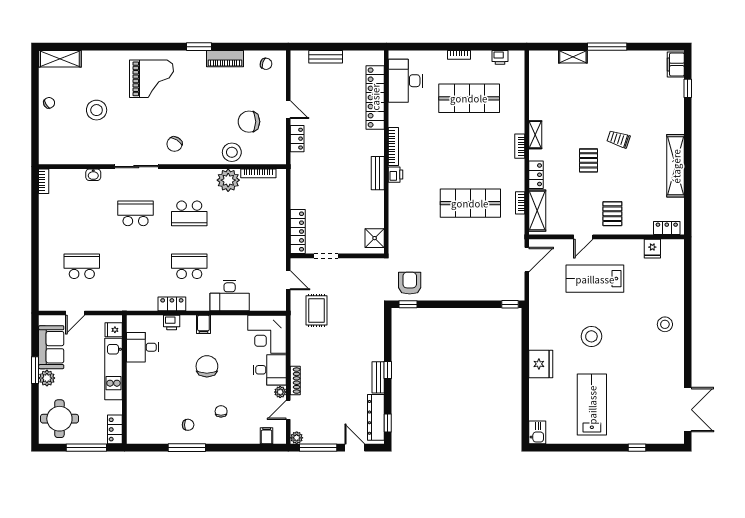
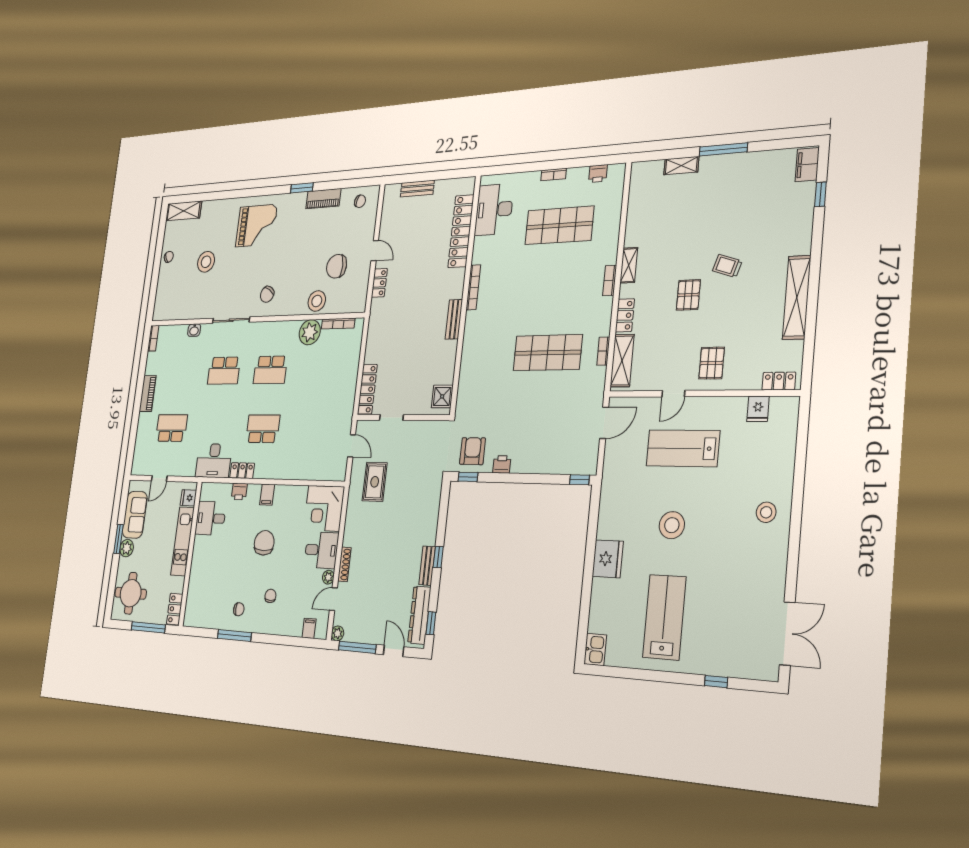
printer: (396, 175) -> (502, 464), moved, turned -90
school desk: (136, 213) -> (224, 371), turned 180
piano: (46, 234) -> (148, 394), added
desk: (230, 296) -> (214, 461), moved

